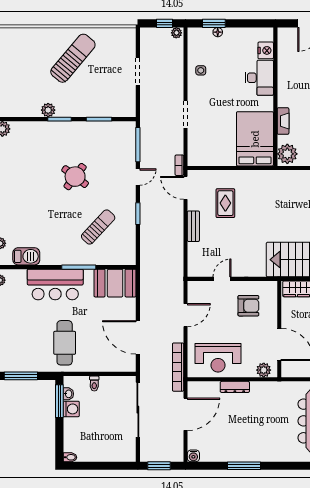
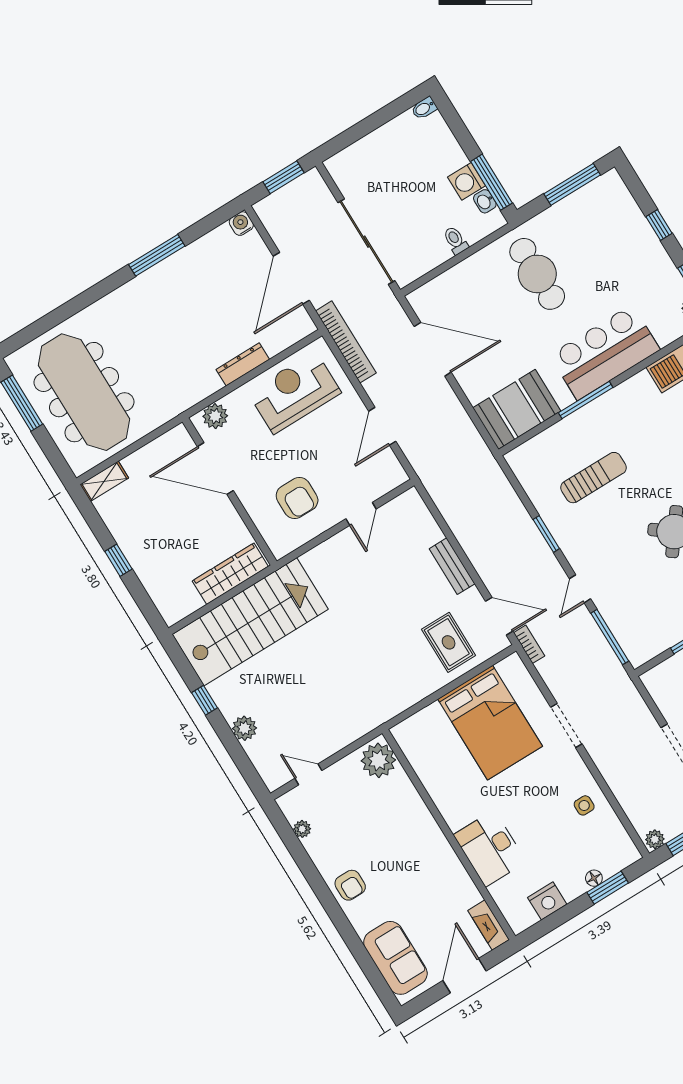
nightstand: (266, 50) -> (547, 901), moved, turned -90
fireplace: (283, 121) -> (489, 925), moved
bed: (255, 139) -> (490, 723), moved
rug: (225, 203) -> (449, 642), moved
sun lounger: (98, 227) -> (593, 478), turned -133
armchair: (248, 306) -> (297, 498), turned -90

